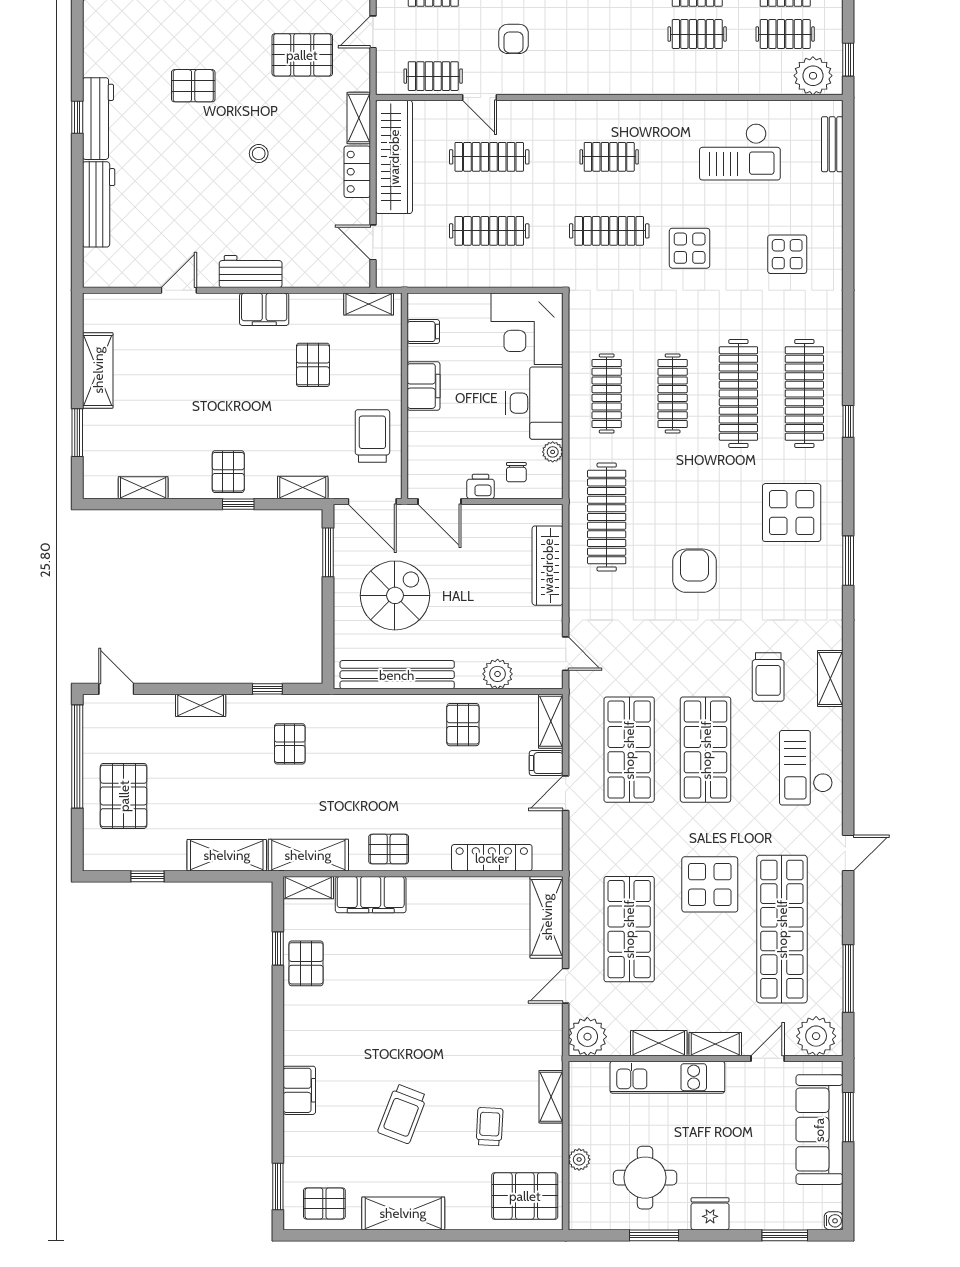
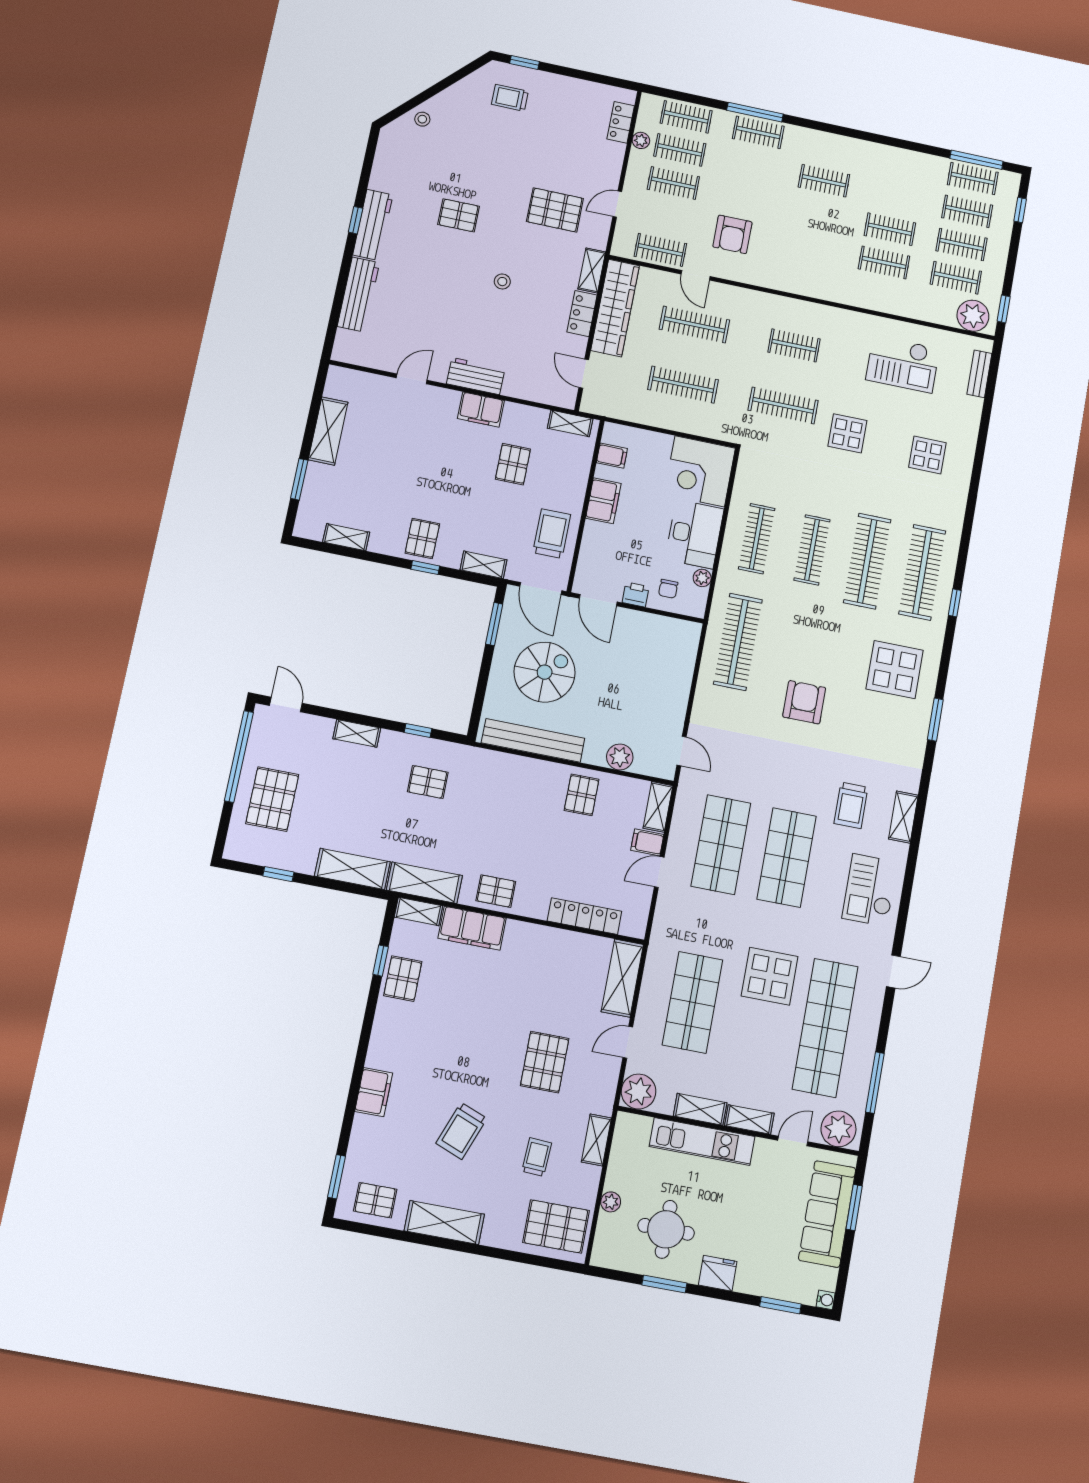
armchair: (513, 39) -> (732, 234), width x1.38, depth x1.38
wardrobe: (548, 566) -> (680, 673), removed
pallet: (290, 744) -> (428, 782), turned 90
pallet: (478, 1024) -> (545, 1062), added

